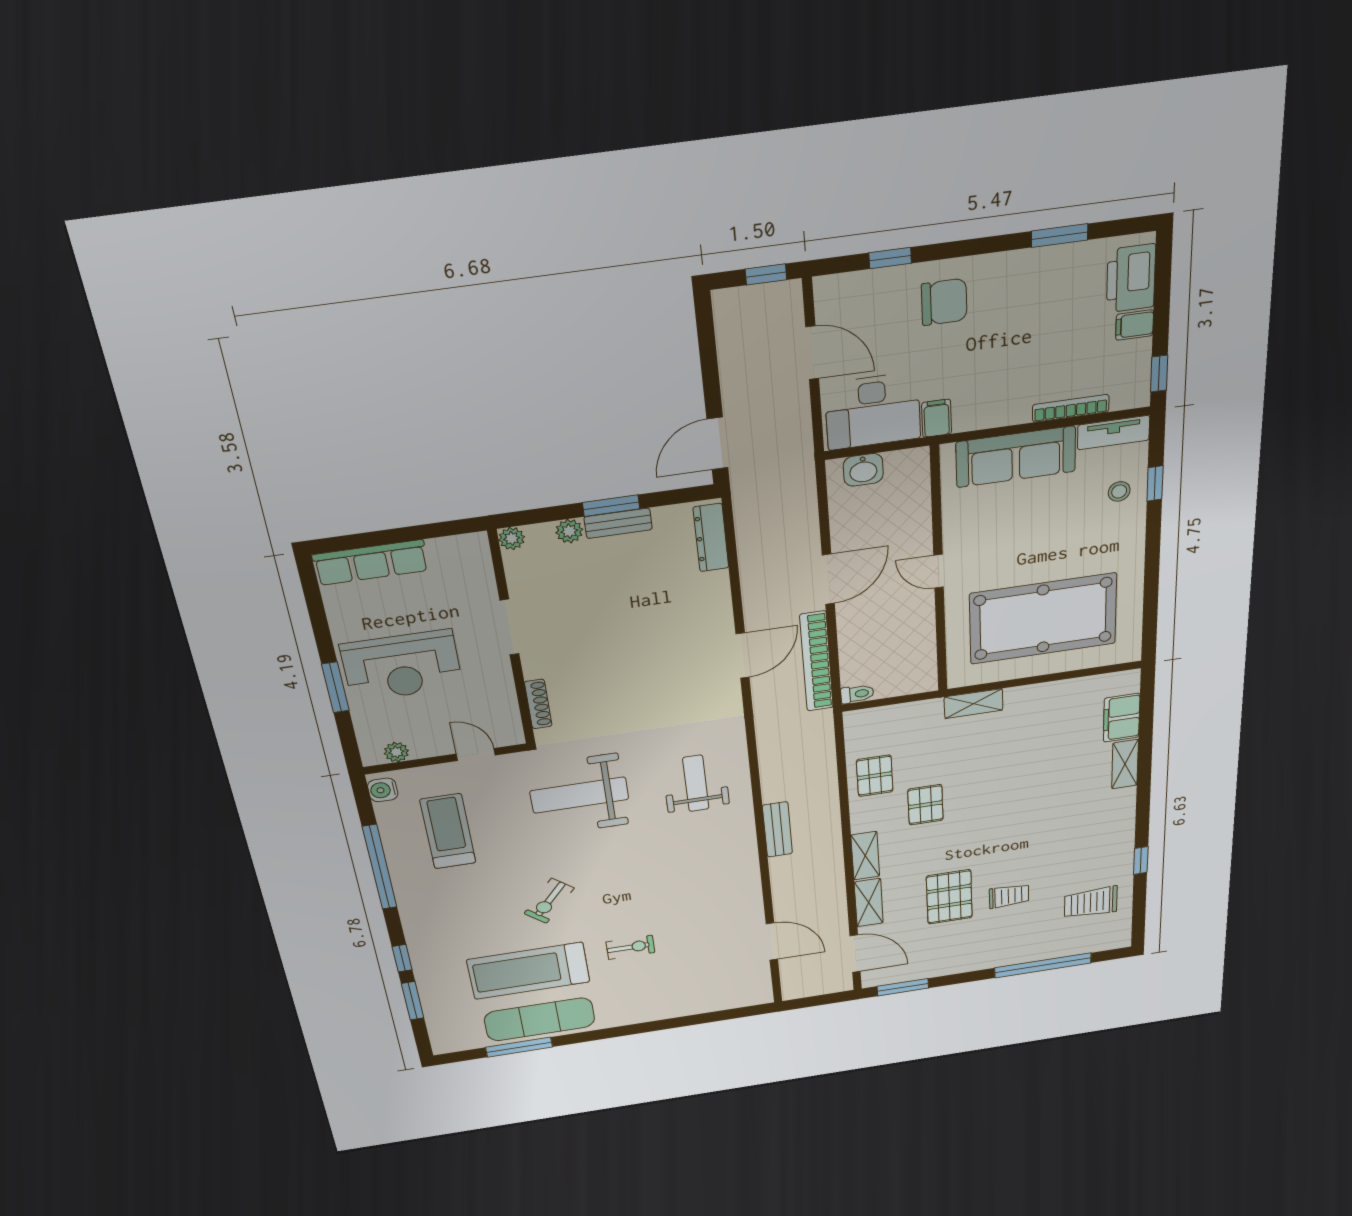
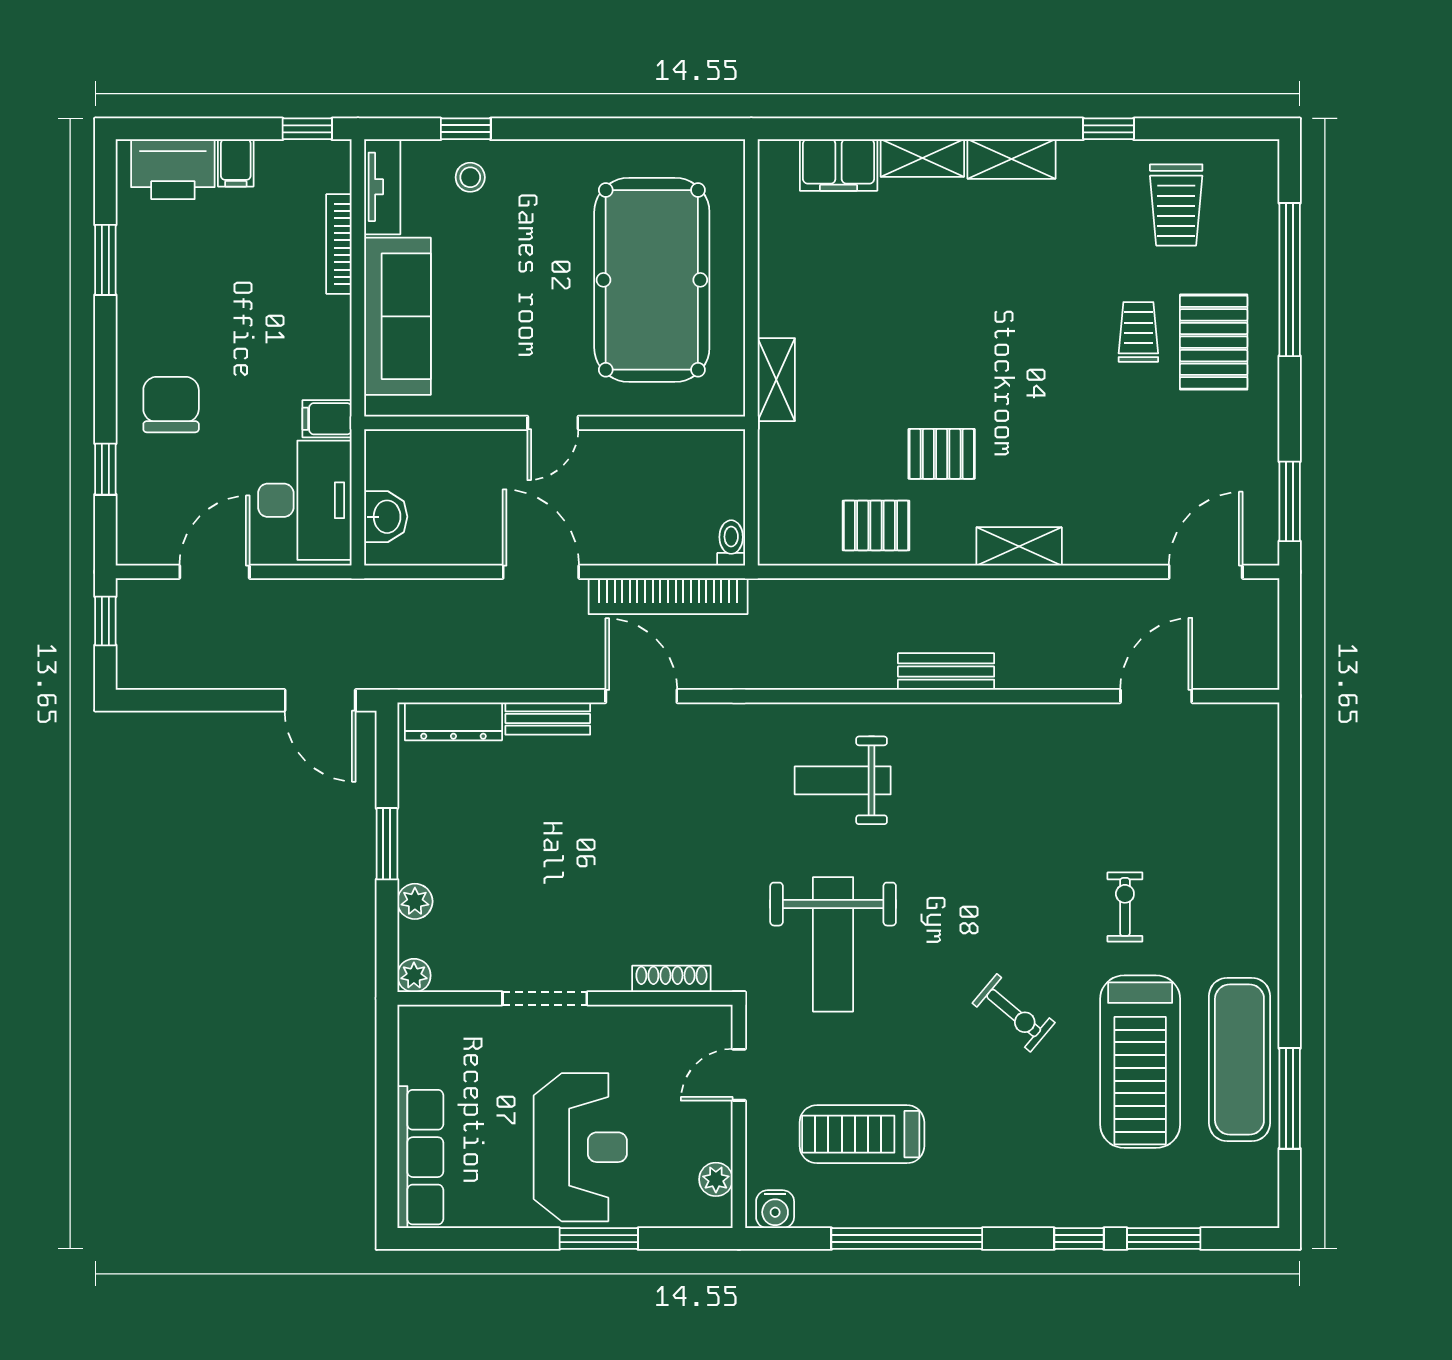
bench: (618, 523) -> (548, 719), moved, turned 90
pallet: (949, 897) -> (1214, 342), moved, turned 90
shelving: (869, 903) -> (1012, 159), moved

